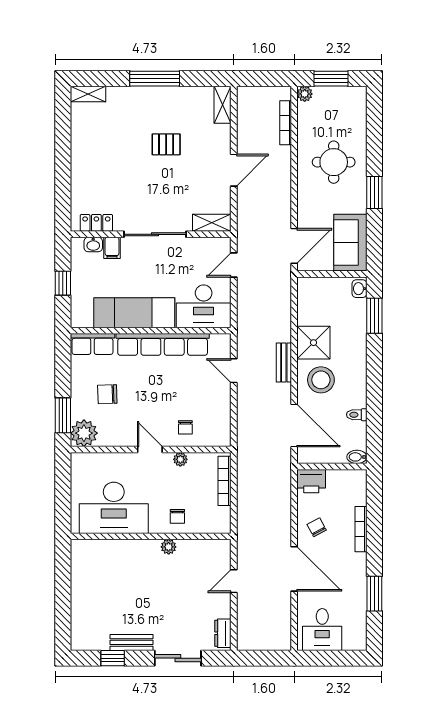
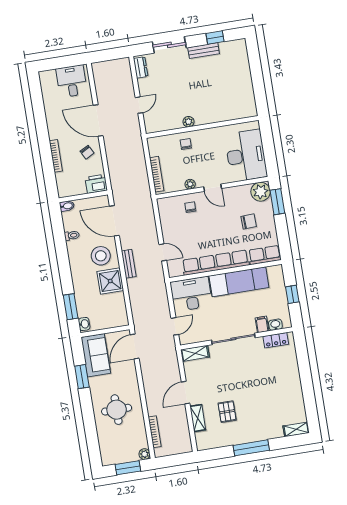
shelving: (222, 105) -> (198, 418), moved
pallet: (166, 144) -> (227, 412), moved, turned 90
window: (374, 193) -> (82, 377), moved
desk: (114, 508) -> (246, 156), moved, turned 90
window: (374, 594) -> (39, 112), removed

